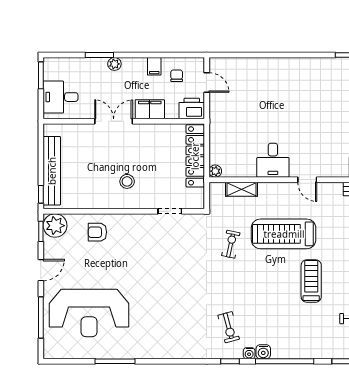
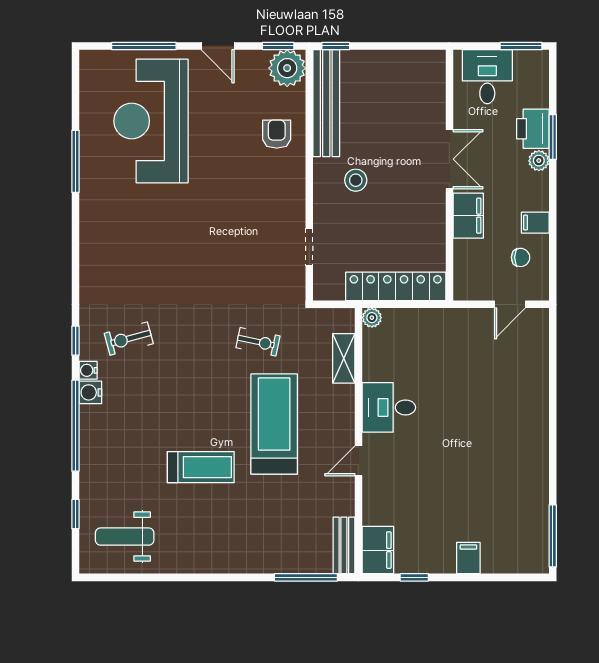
printer: (192, 109) -> (533, 129), moved, turned 180
bench: (52, 171) -> (326, 103), moved, turned 90

